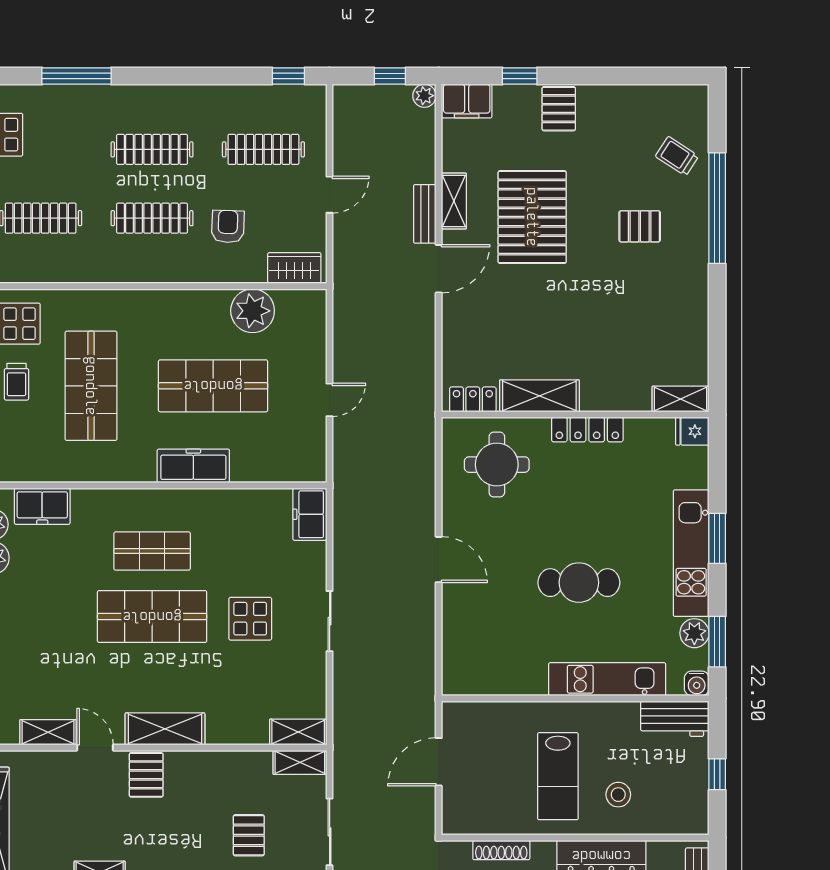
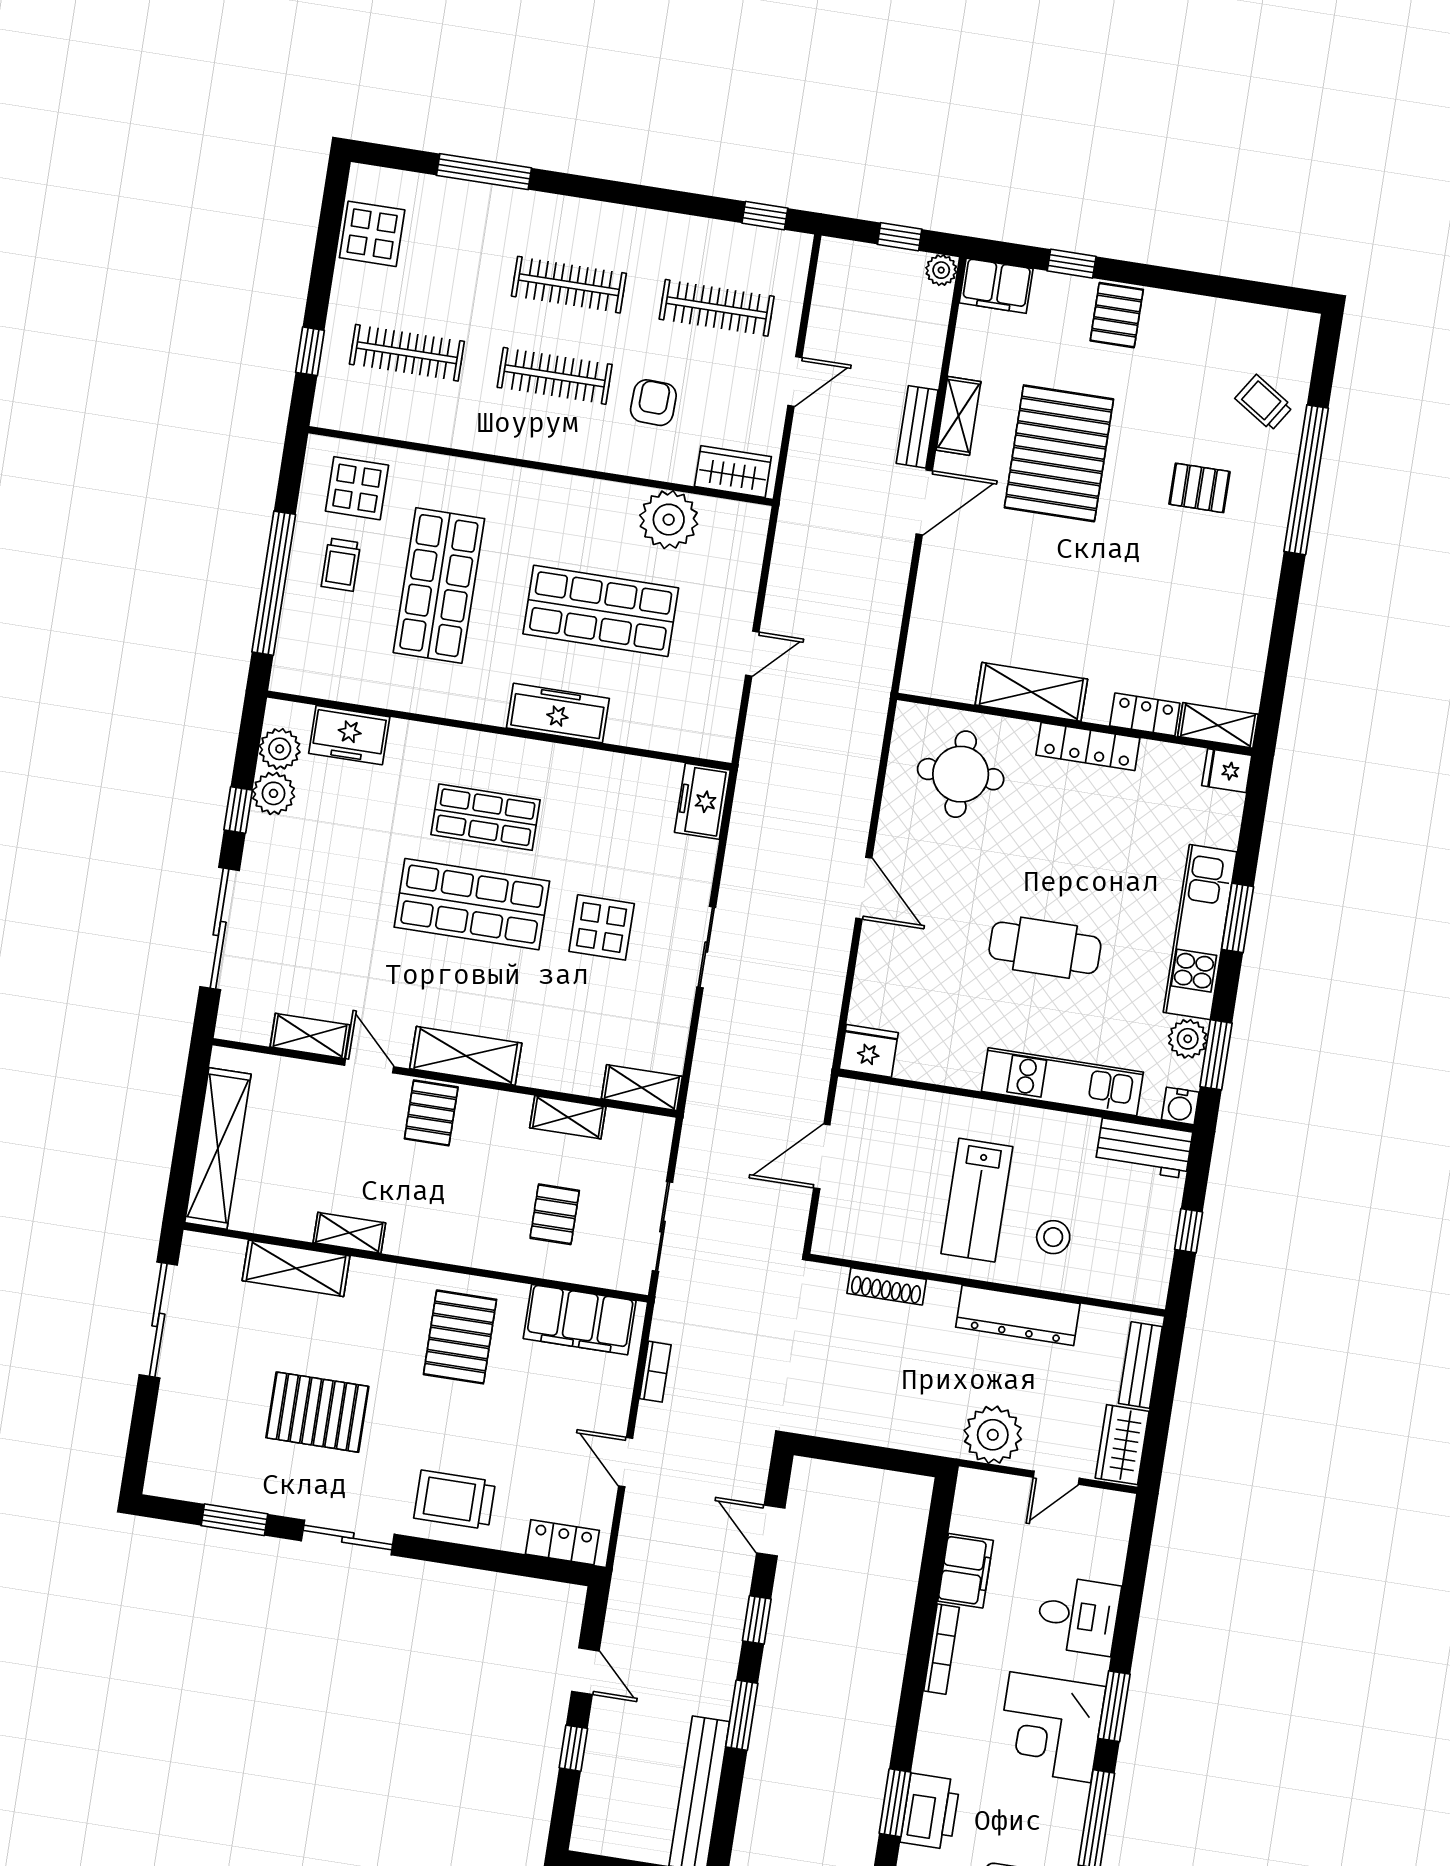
locker: (473, 399) -> (1145, 714), moved
fridge: (461, 679) -> (869, 1051), added
shelving: (300, 762) -> (568, 1117), moved

